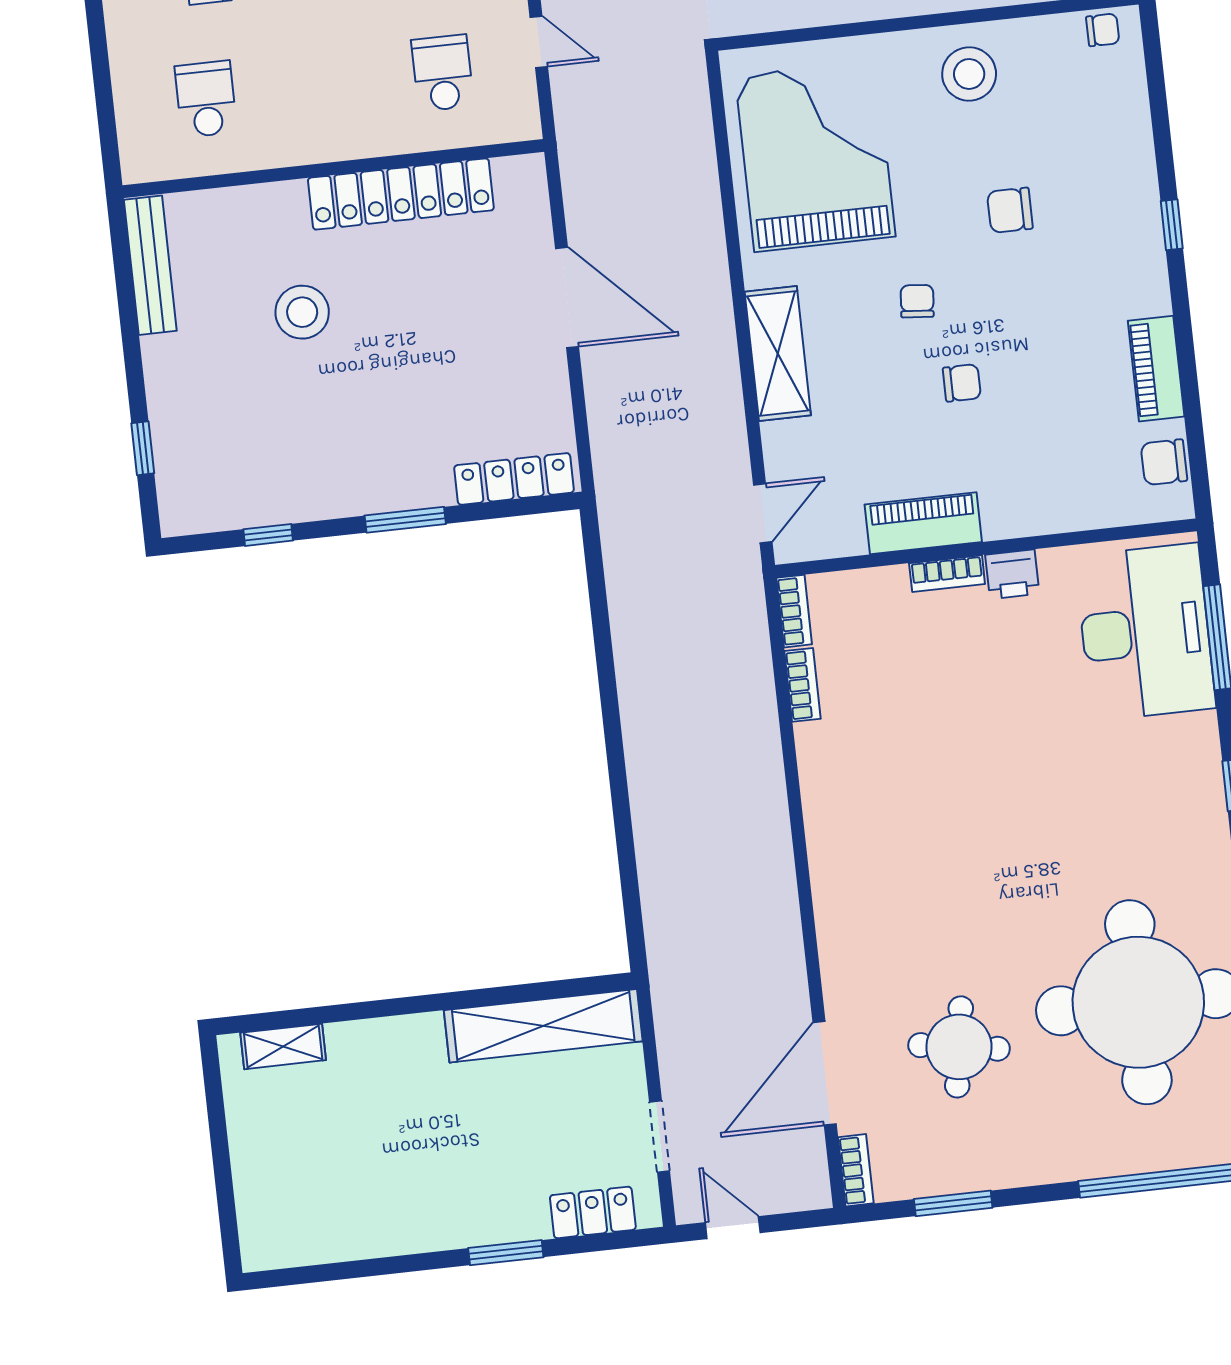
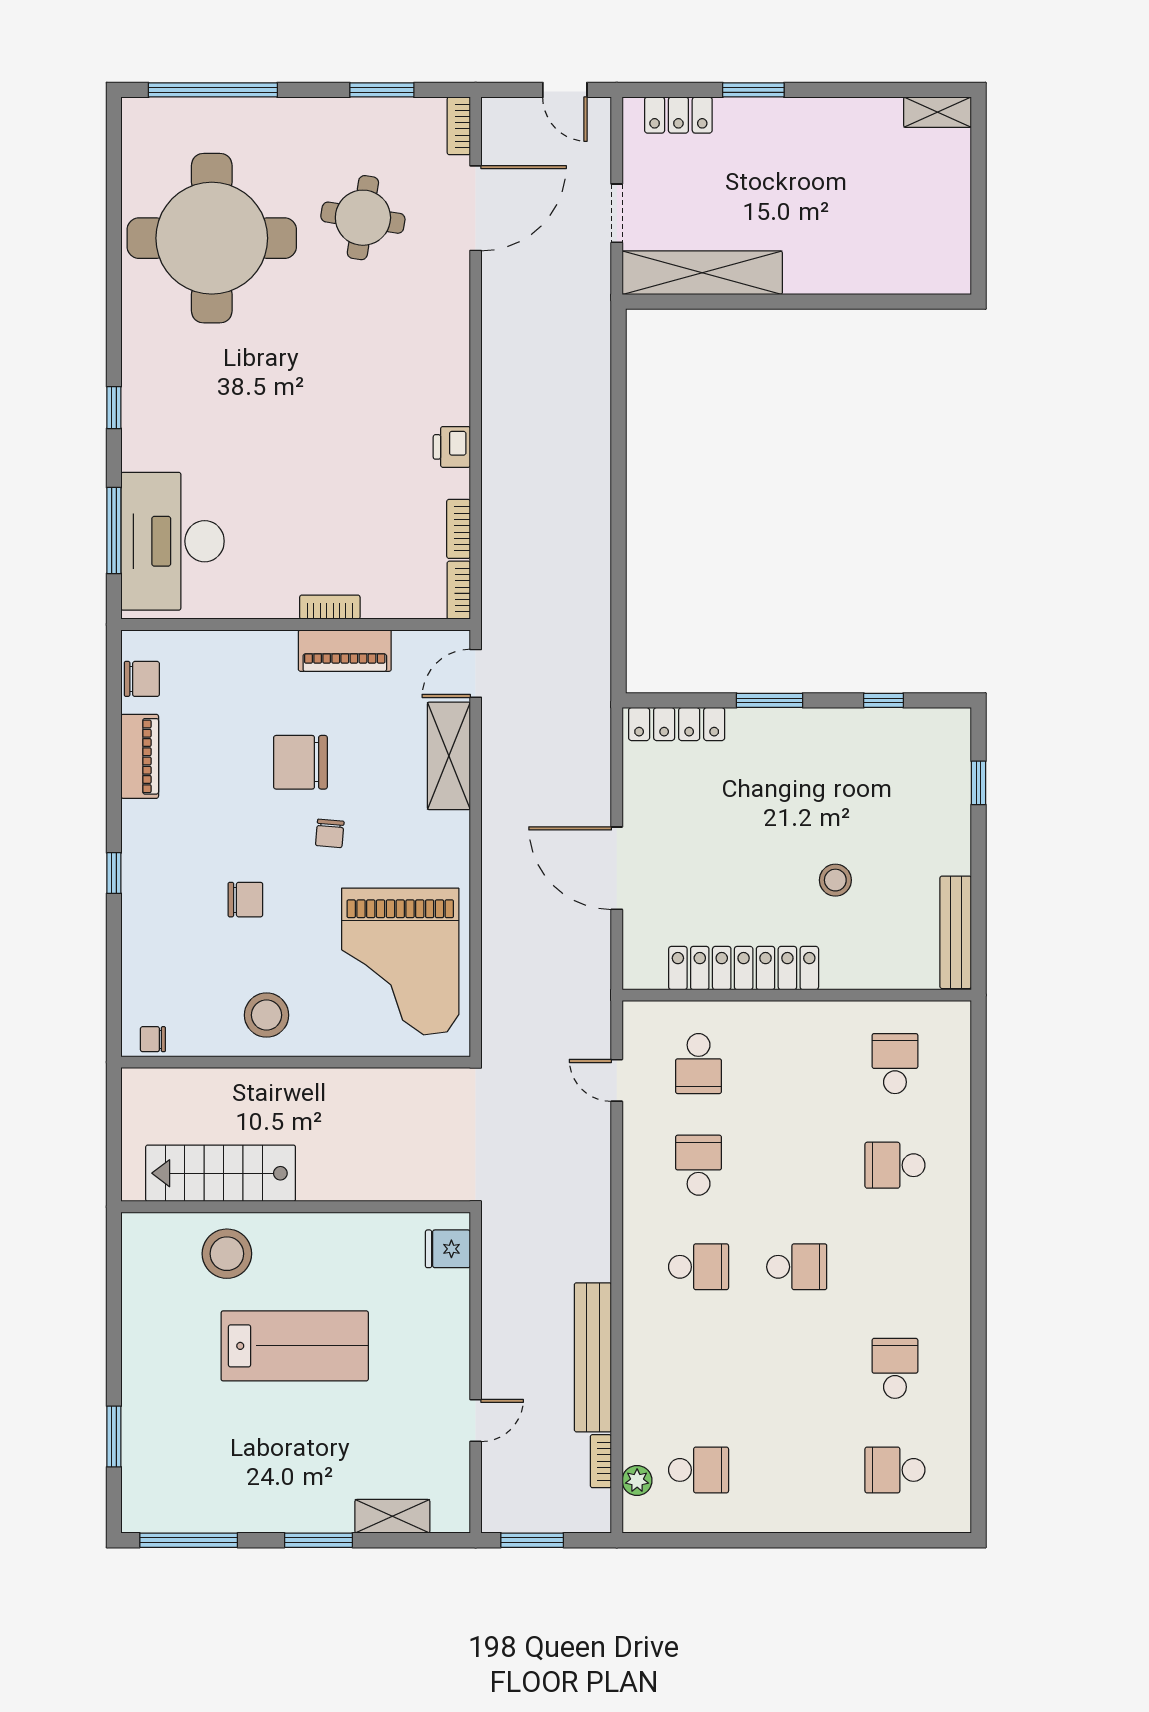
school desk: (206, 99) -> (895, 1064), turned 180
stool: (302, 312) -> (835, 880), width x0.73, depth x0.73
shelving: (778, 353) -> (449, 756), moved
chair: (962, 383) -> (300, 762), width x1.87, depth x1.87
printer: (1012, 574) -> (452, 447), moved, turned -90
shelving: (283, 1046) -> (938, 112), moved
doorway: (660, 1136) -> (617, 213), moved

